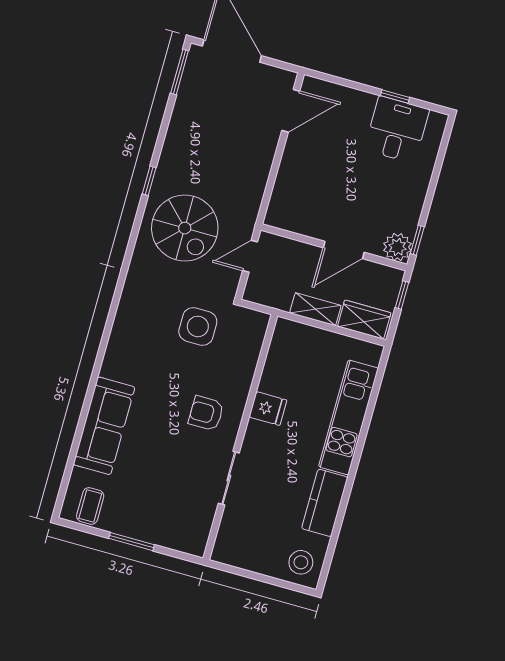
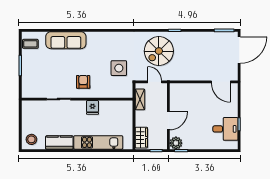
door: (344, 250) -> (168, 121), swing flipped
shelving: (315, 309) -> (140, 99), moved

